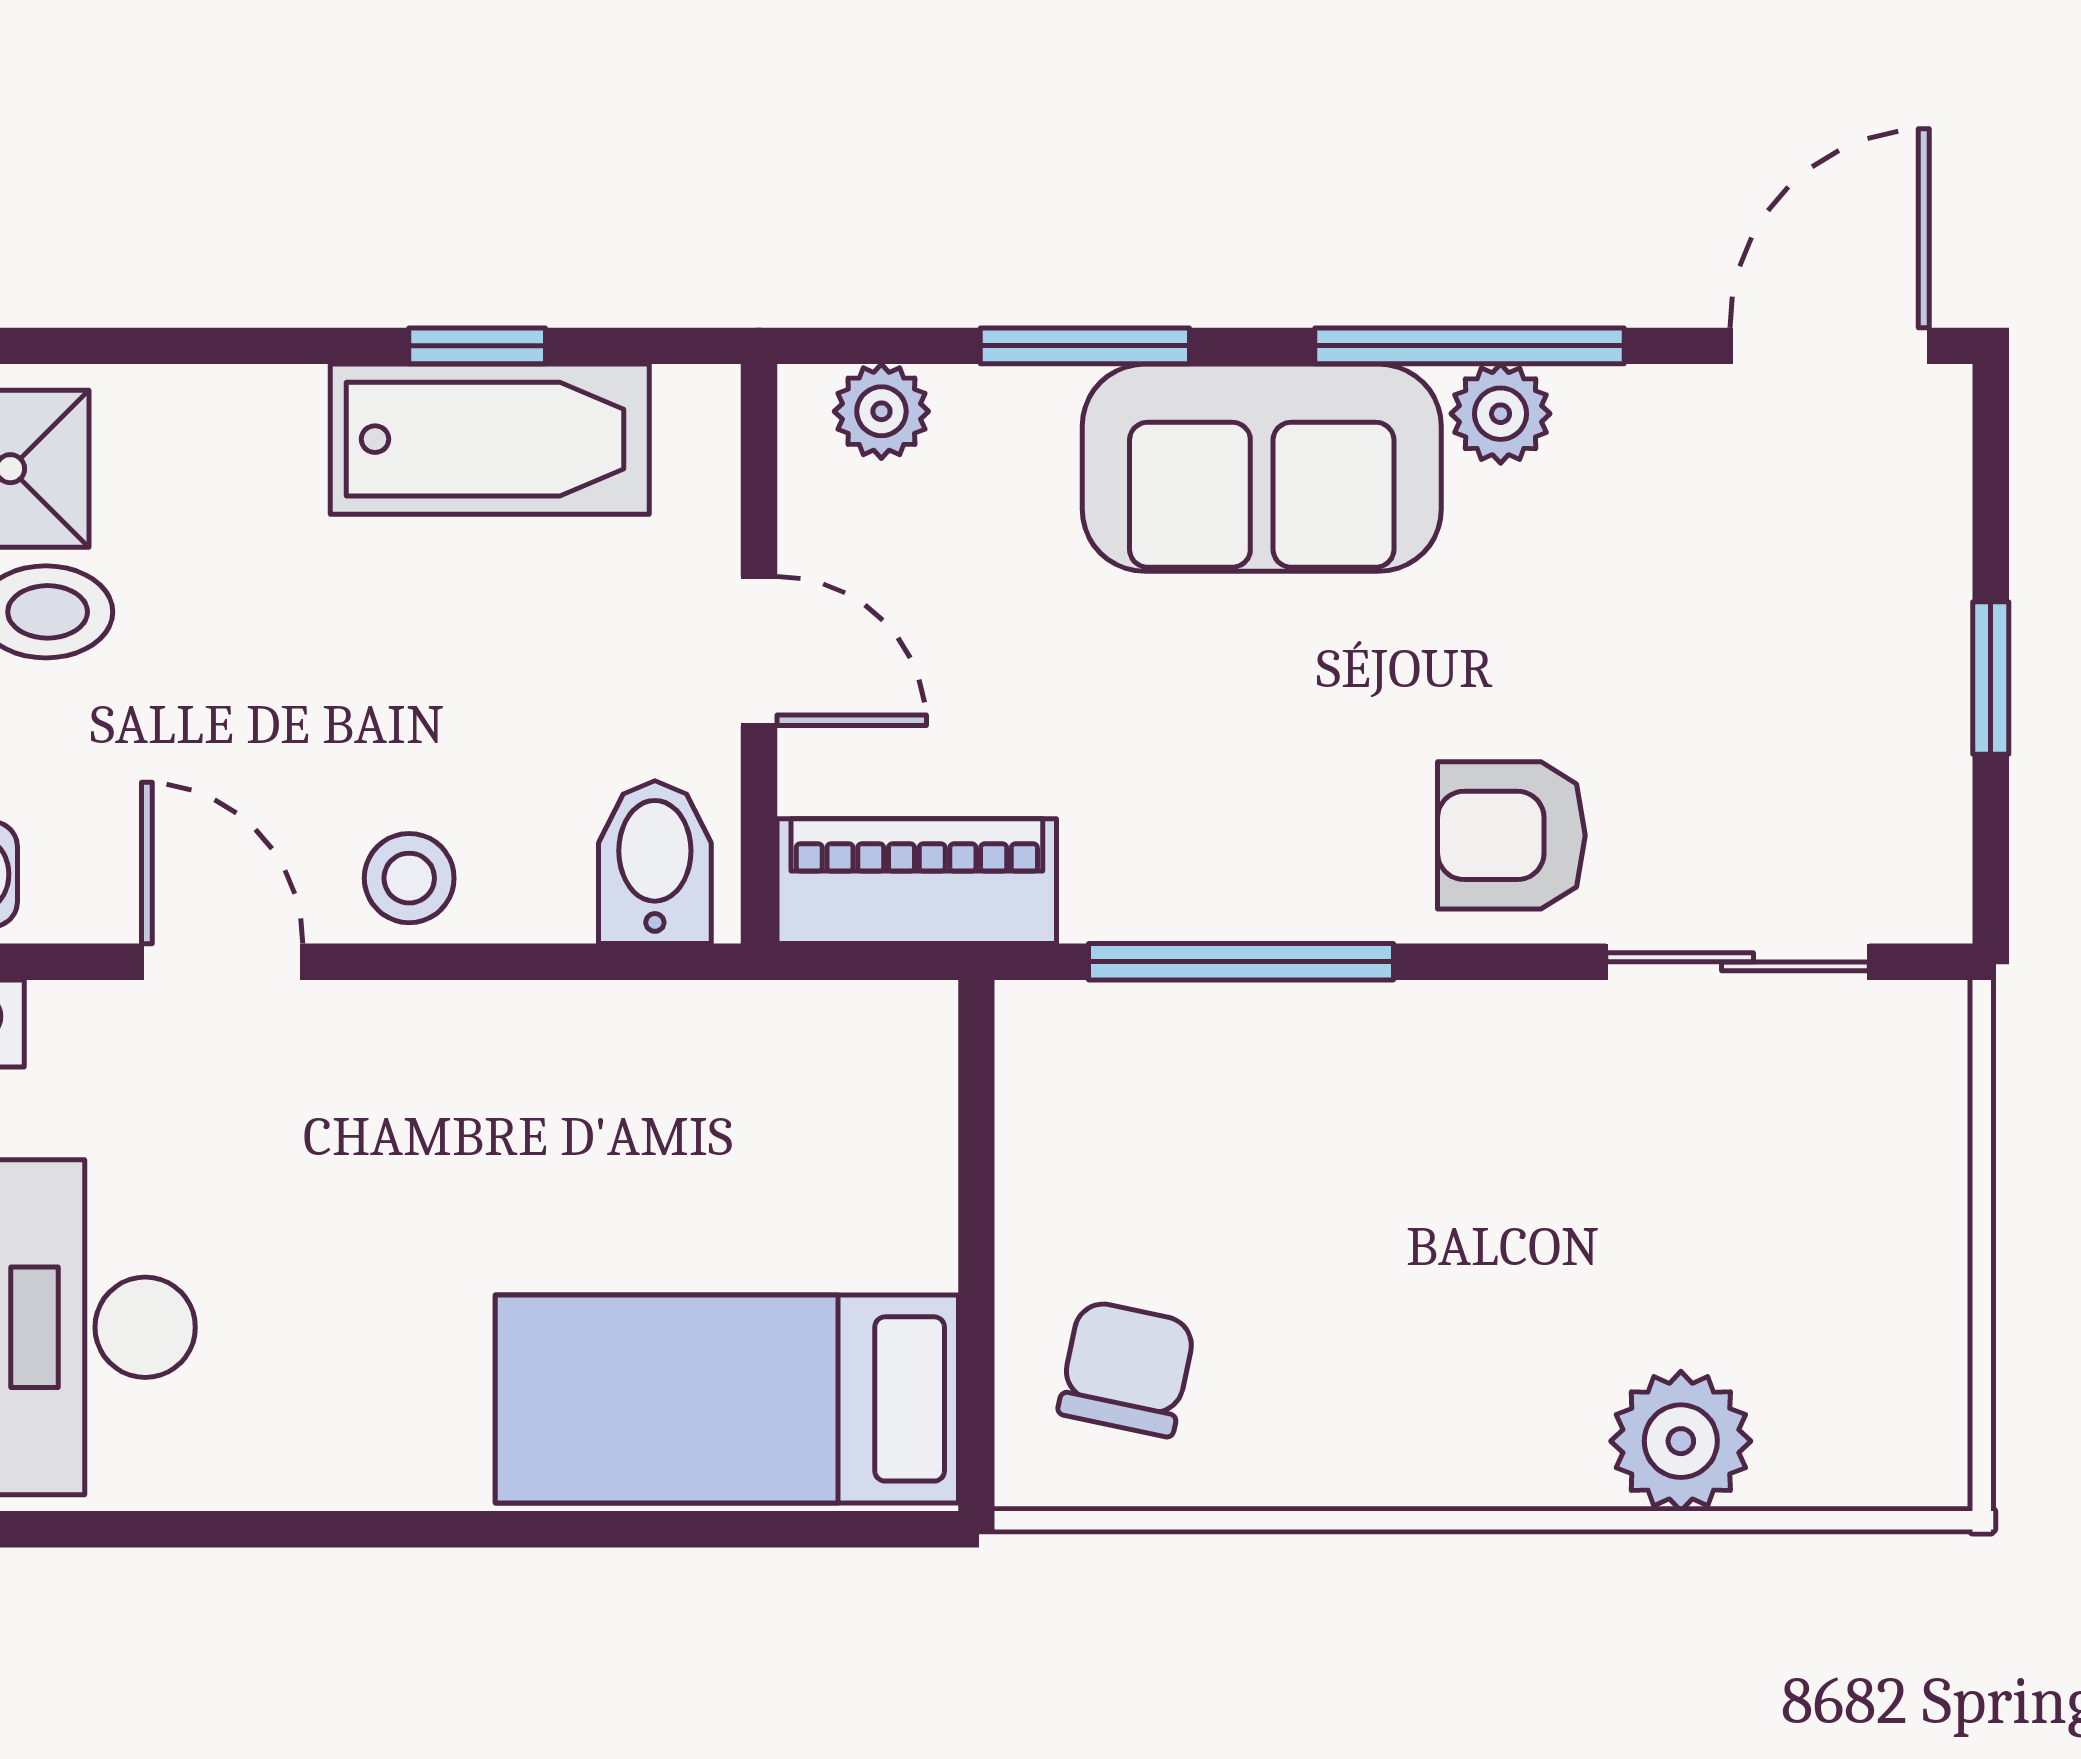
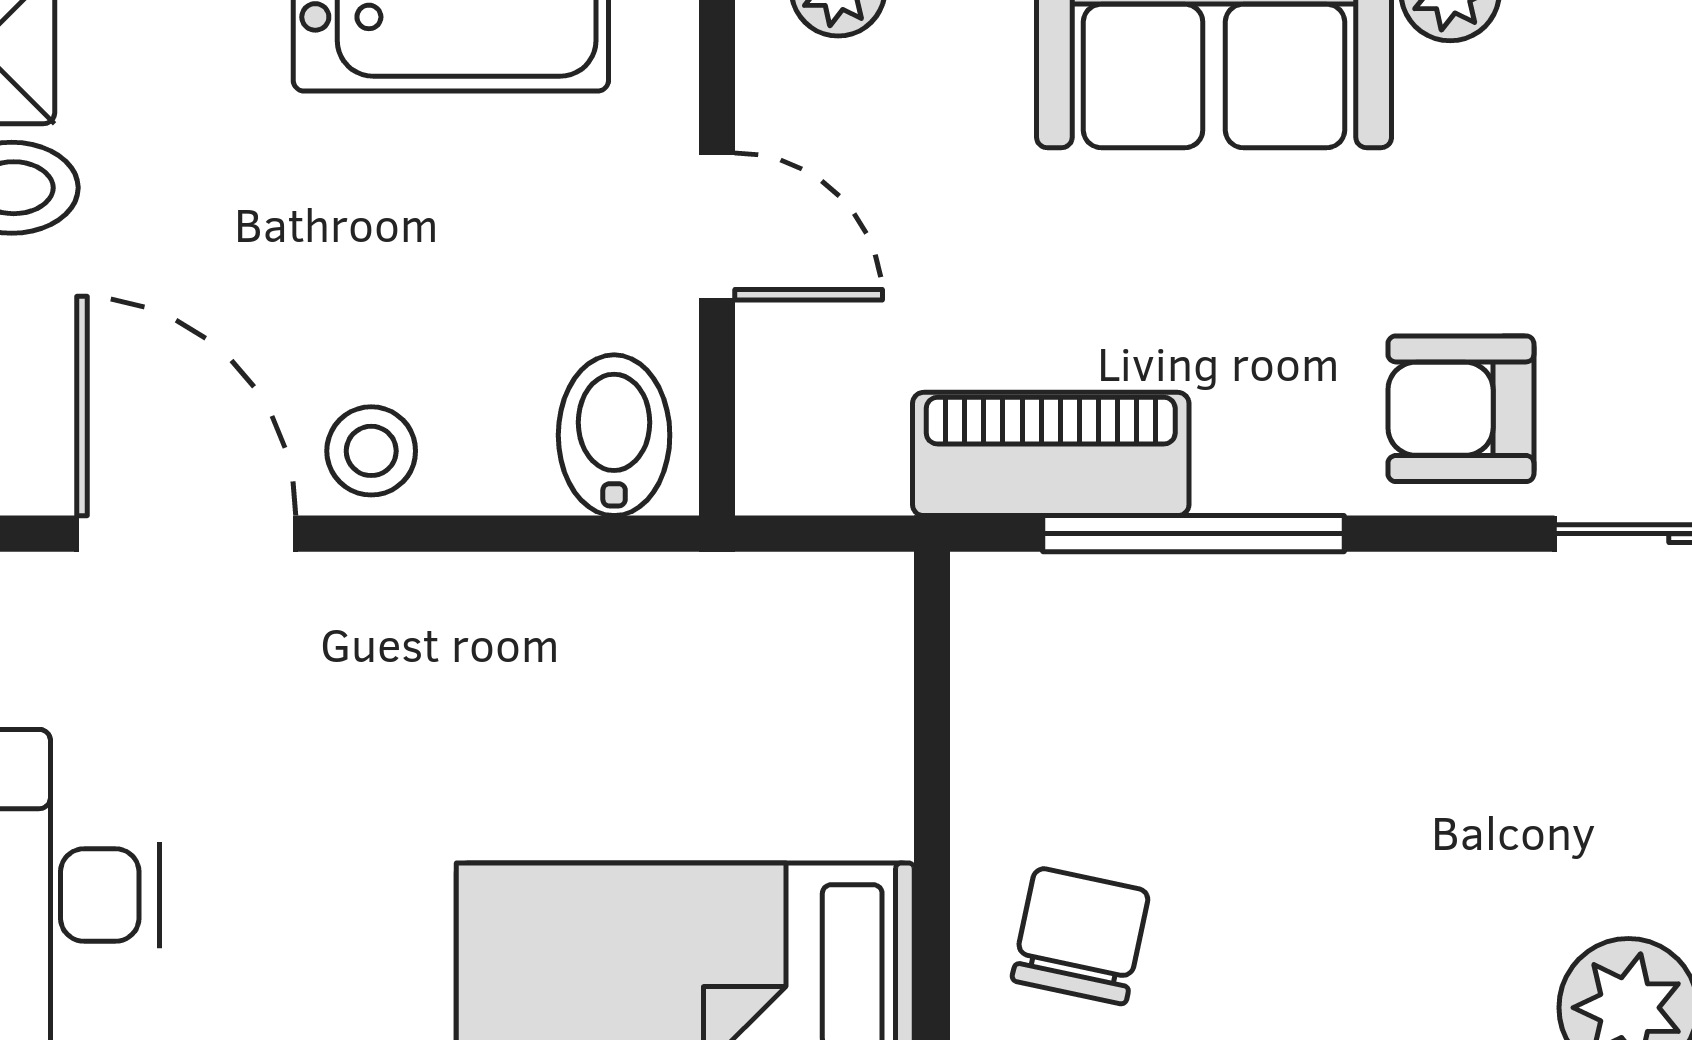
piano: (917, 881) -> (1051, 454), moved
door: (222, 962) -> (186, 534), width x1.38

